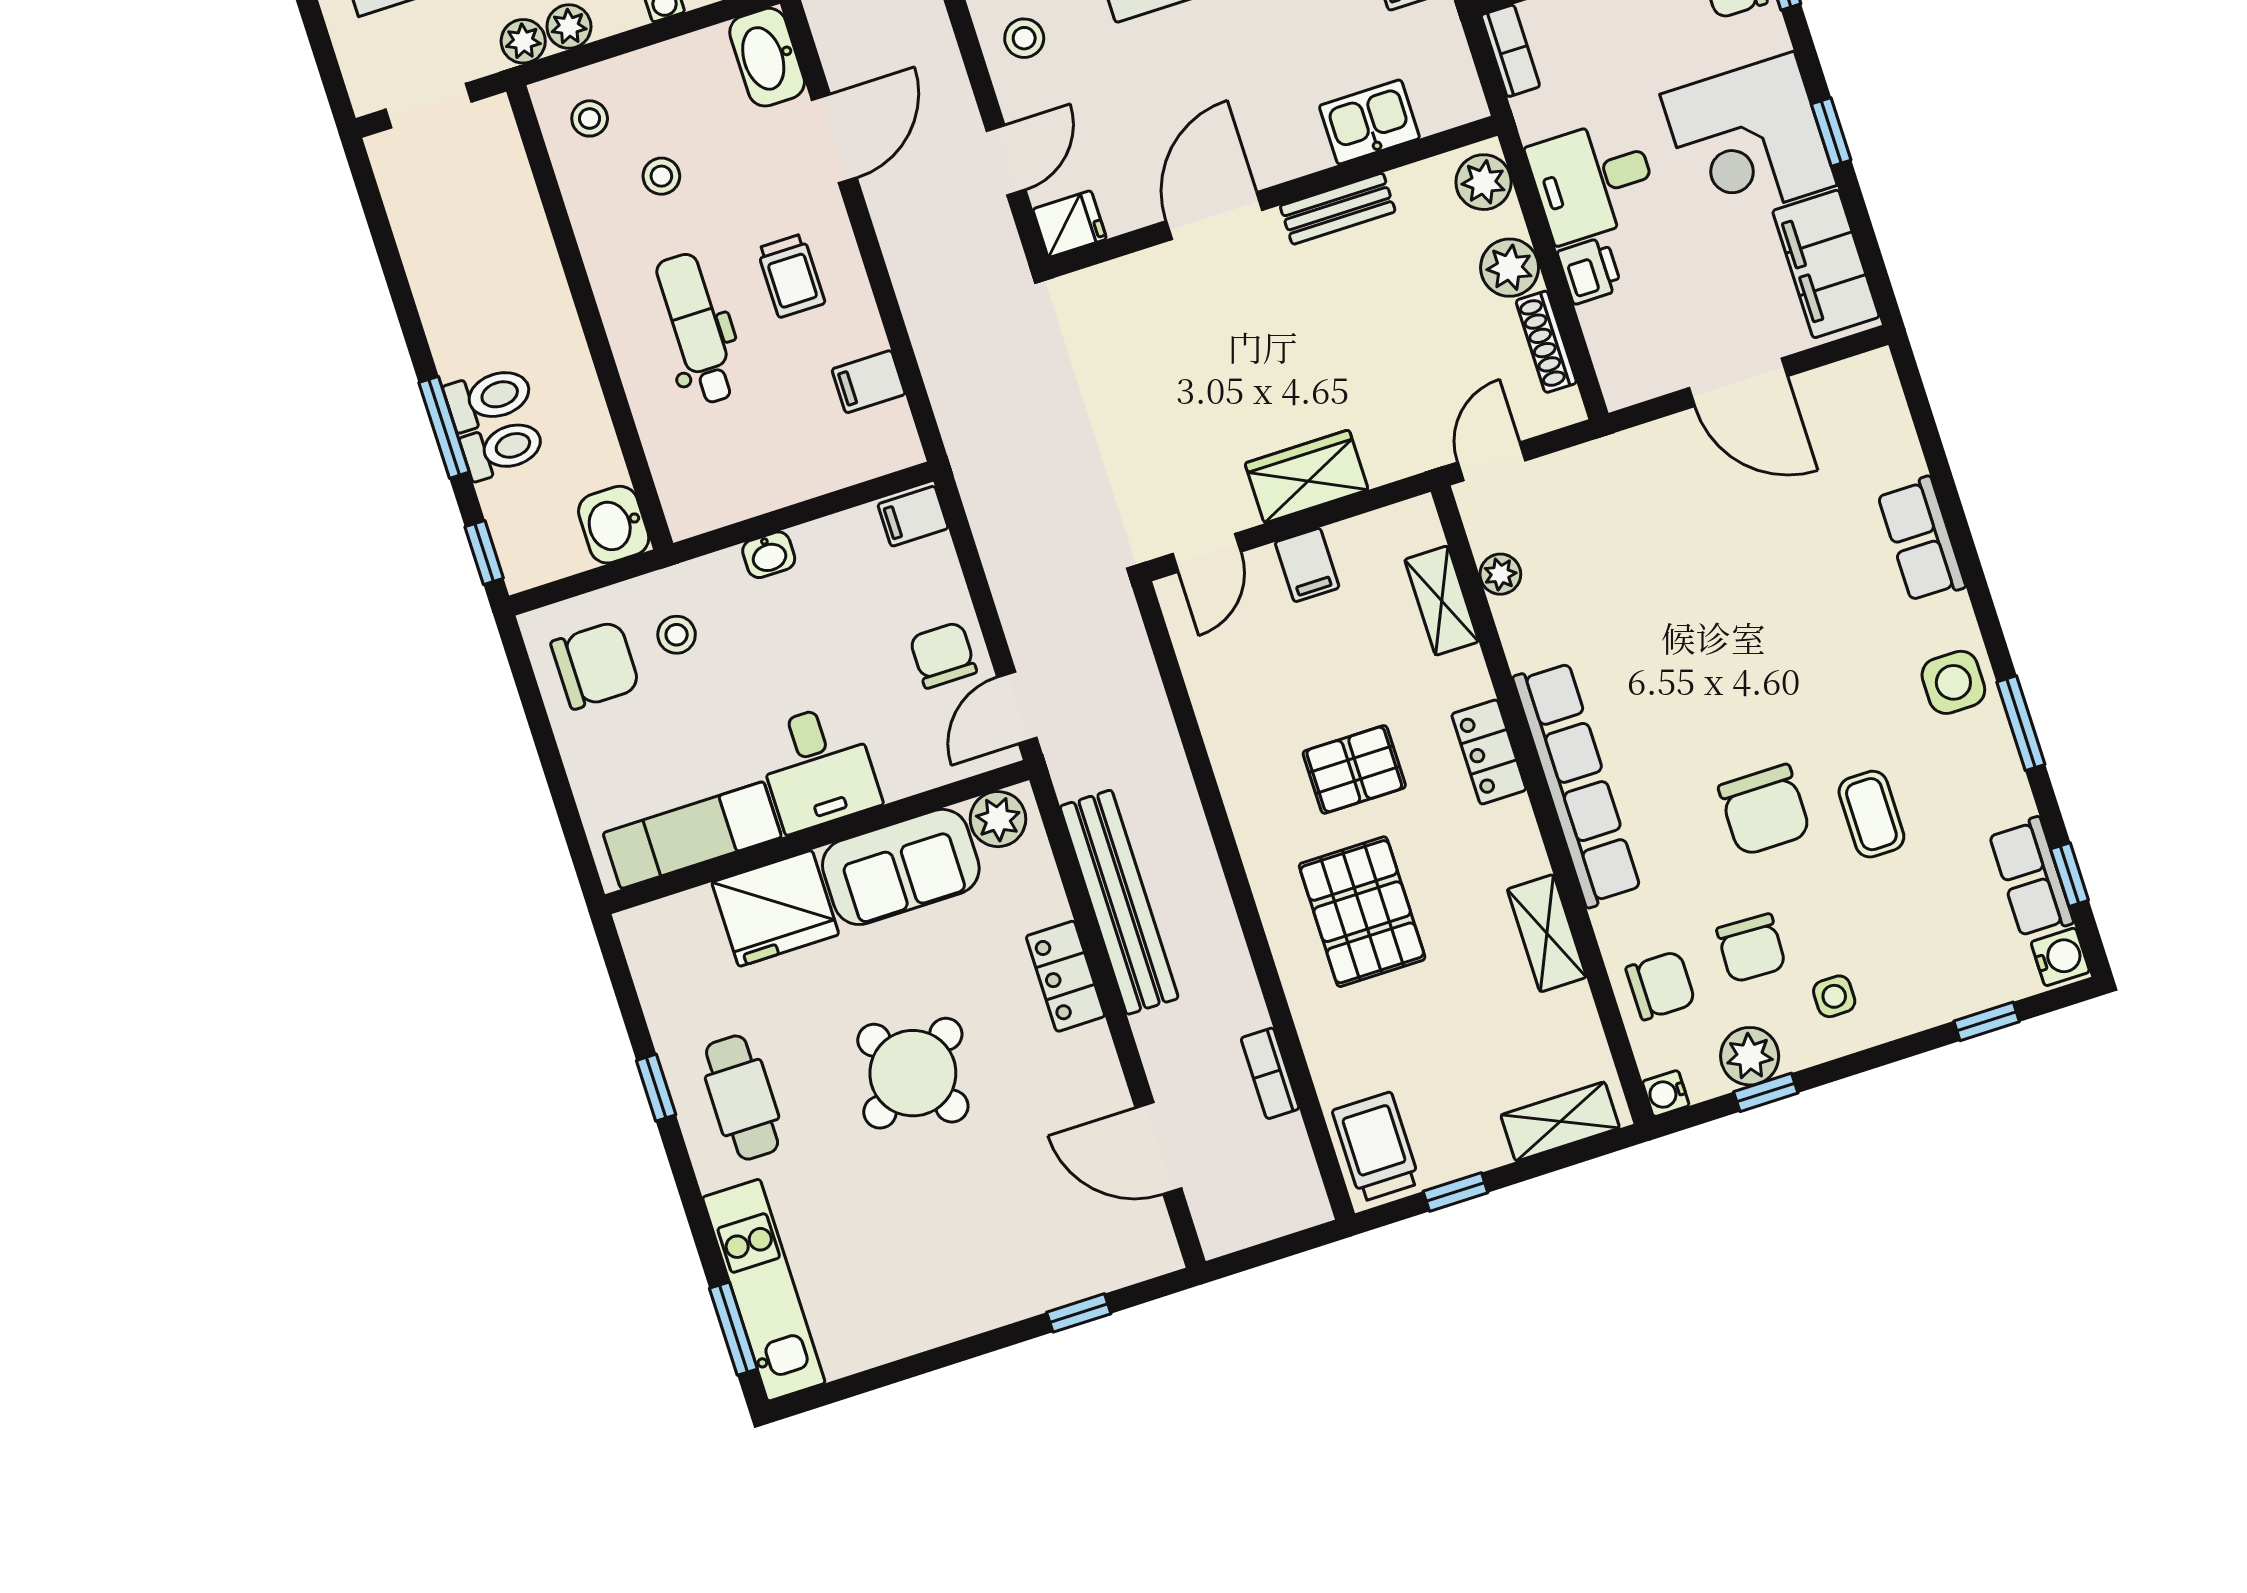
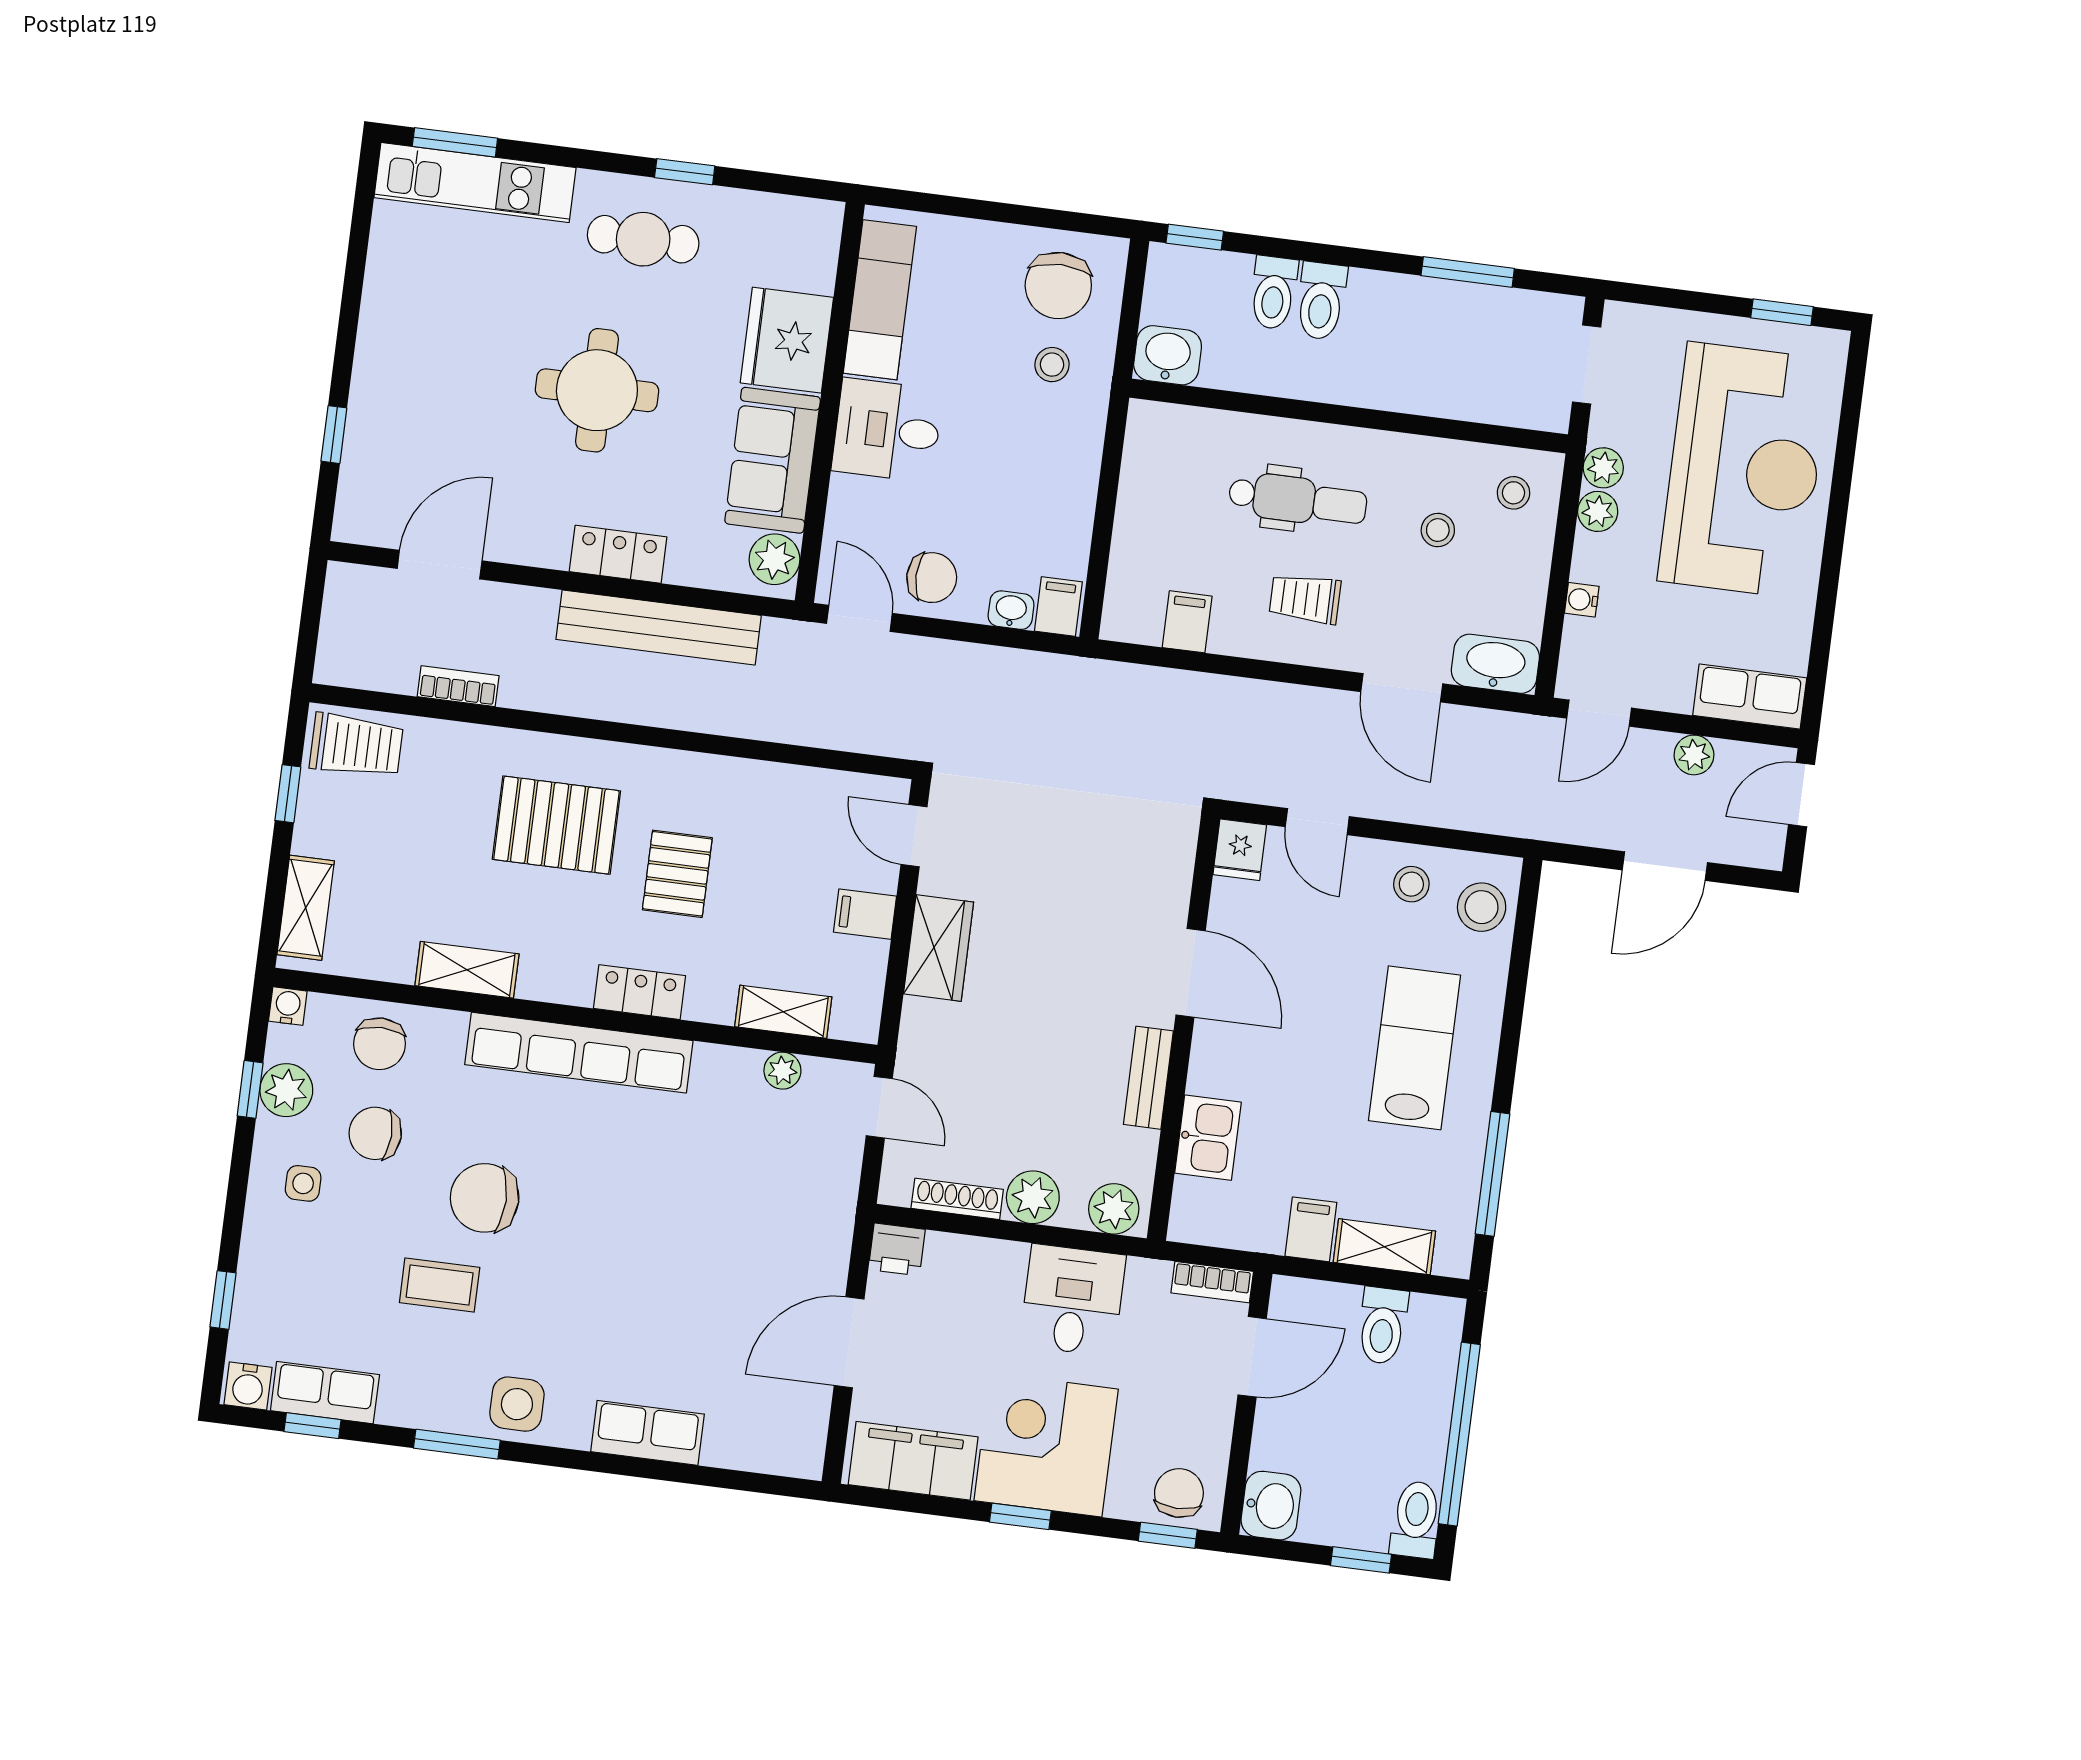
printer: (1590, 270) -> (897, 1249), moved
window: (444, 427) -> (1468, 272), moved
washbasin: (769, 555) -> (1011, 610), moved, turned 90
round table: (913, 1073) -> (597, 390), turned 32

